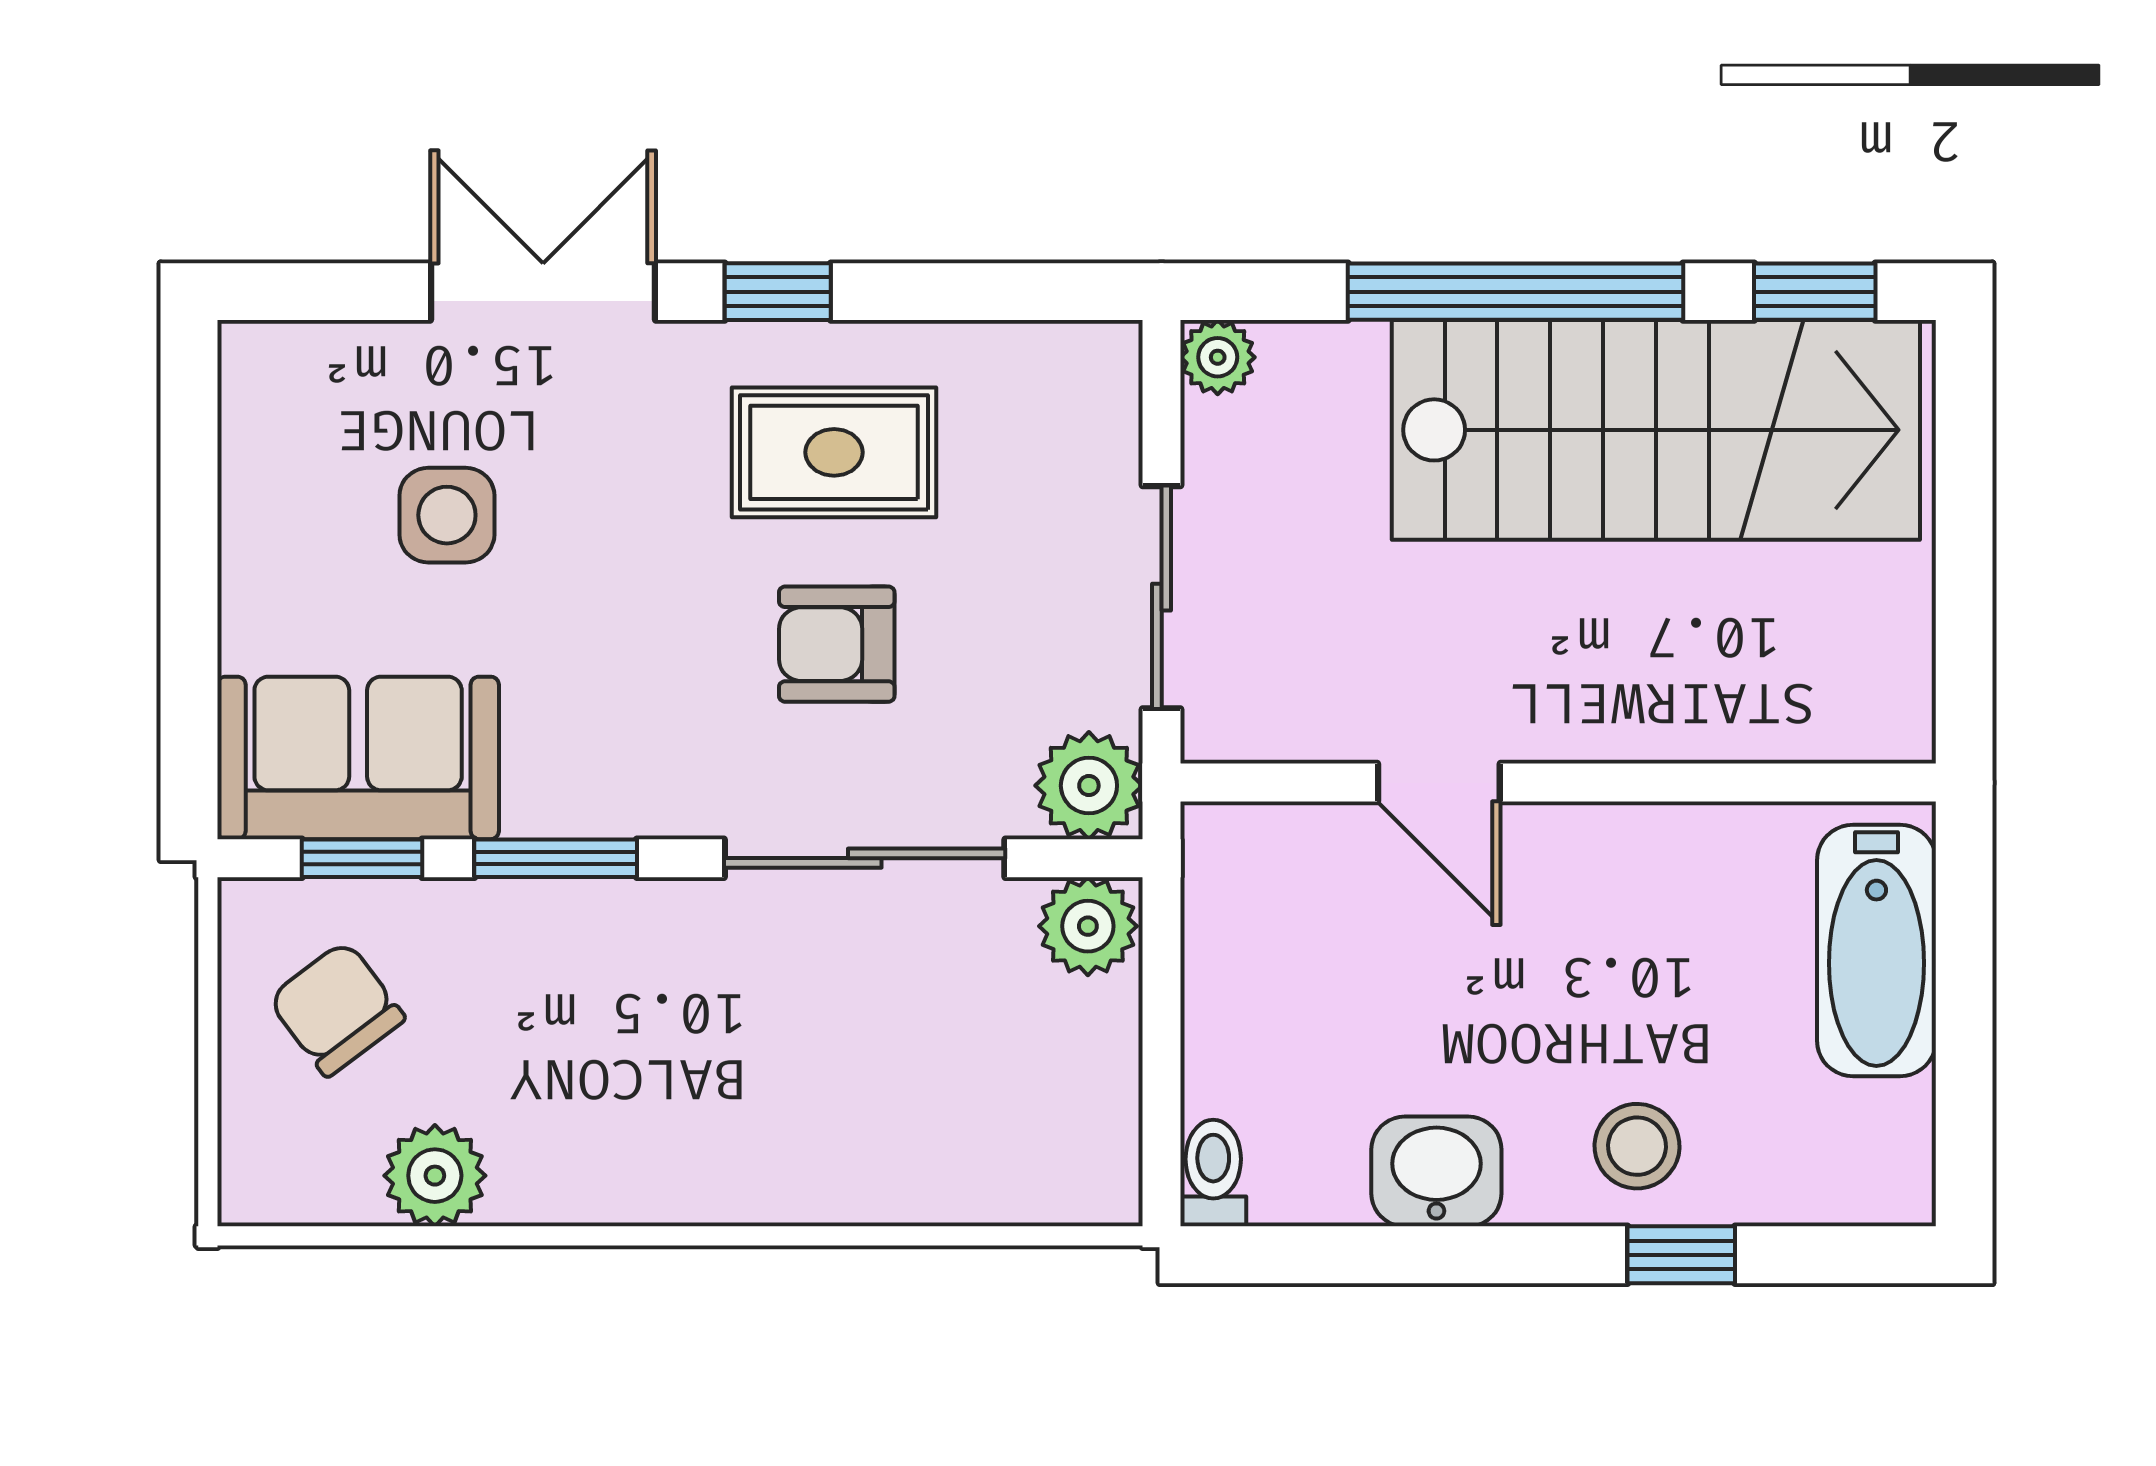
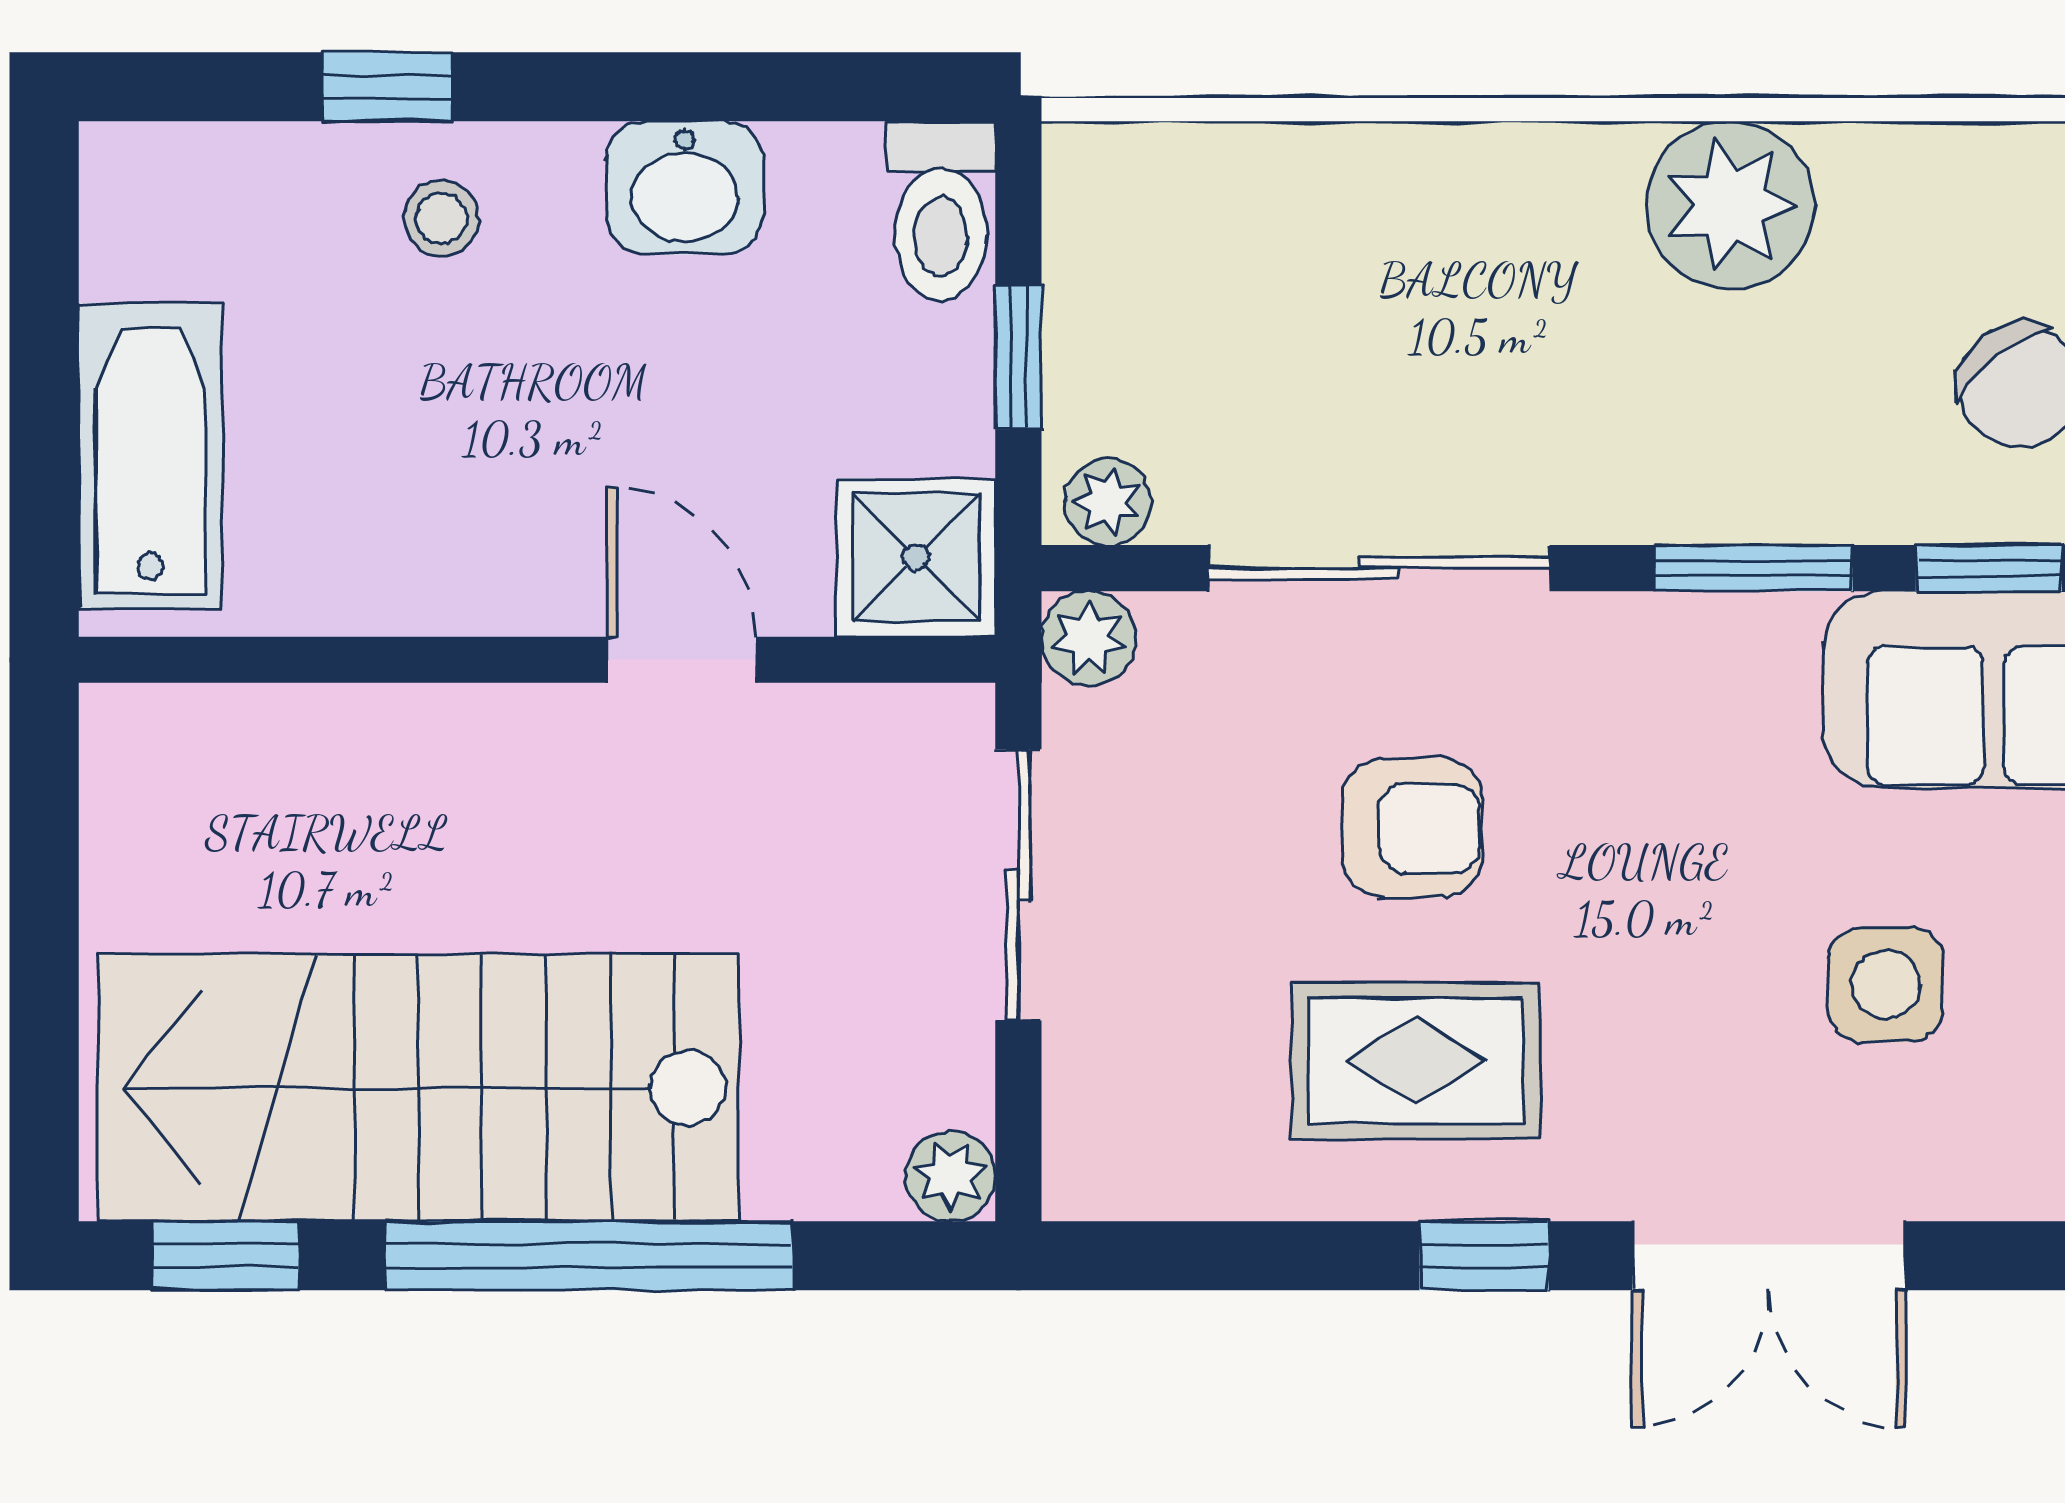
plant: (1089, 786) -> (1089, 638), width x0.73, depth x0.73
shower: (1246, 867) -> (916, 557), added
plant: (1088, 926) -> (1108, 502), width x0.73, depth x0.73
window: (1162, 1032) -> (1018, 357), added
stool: (1637, 1146) -> (441, 218), width x0.73, depth x0.73
toilet: (1213, 1173) -> (941, 211), width x1.37, depth x1.39
plant: (435, 1176) -> (1730, 205), moved, width x1.36, depth x1.36

